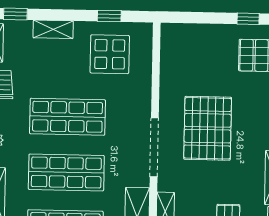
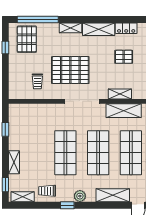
display table: (110, 54) -> (28, 129), removed
trolley: (190, 72) -> (37, 81), added

